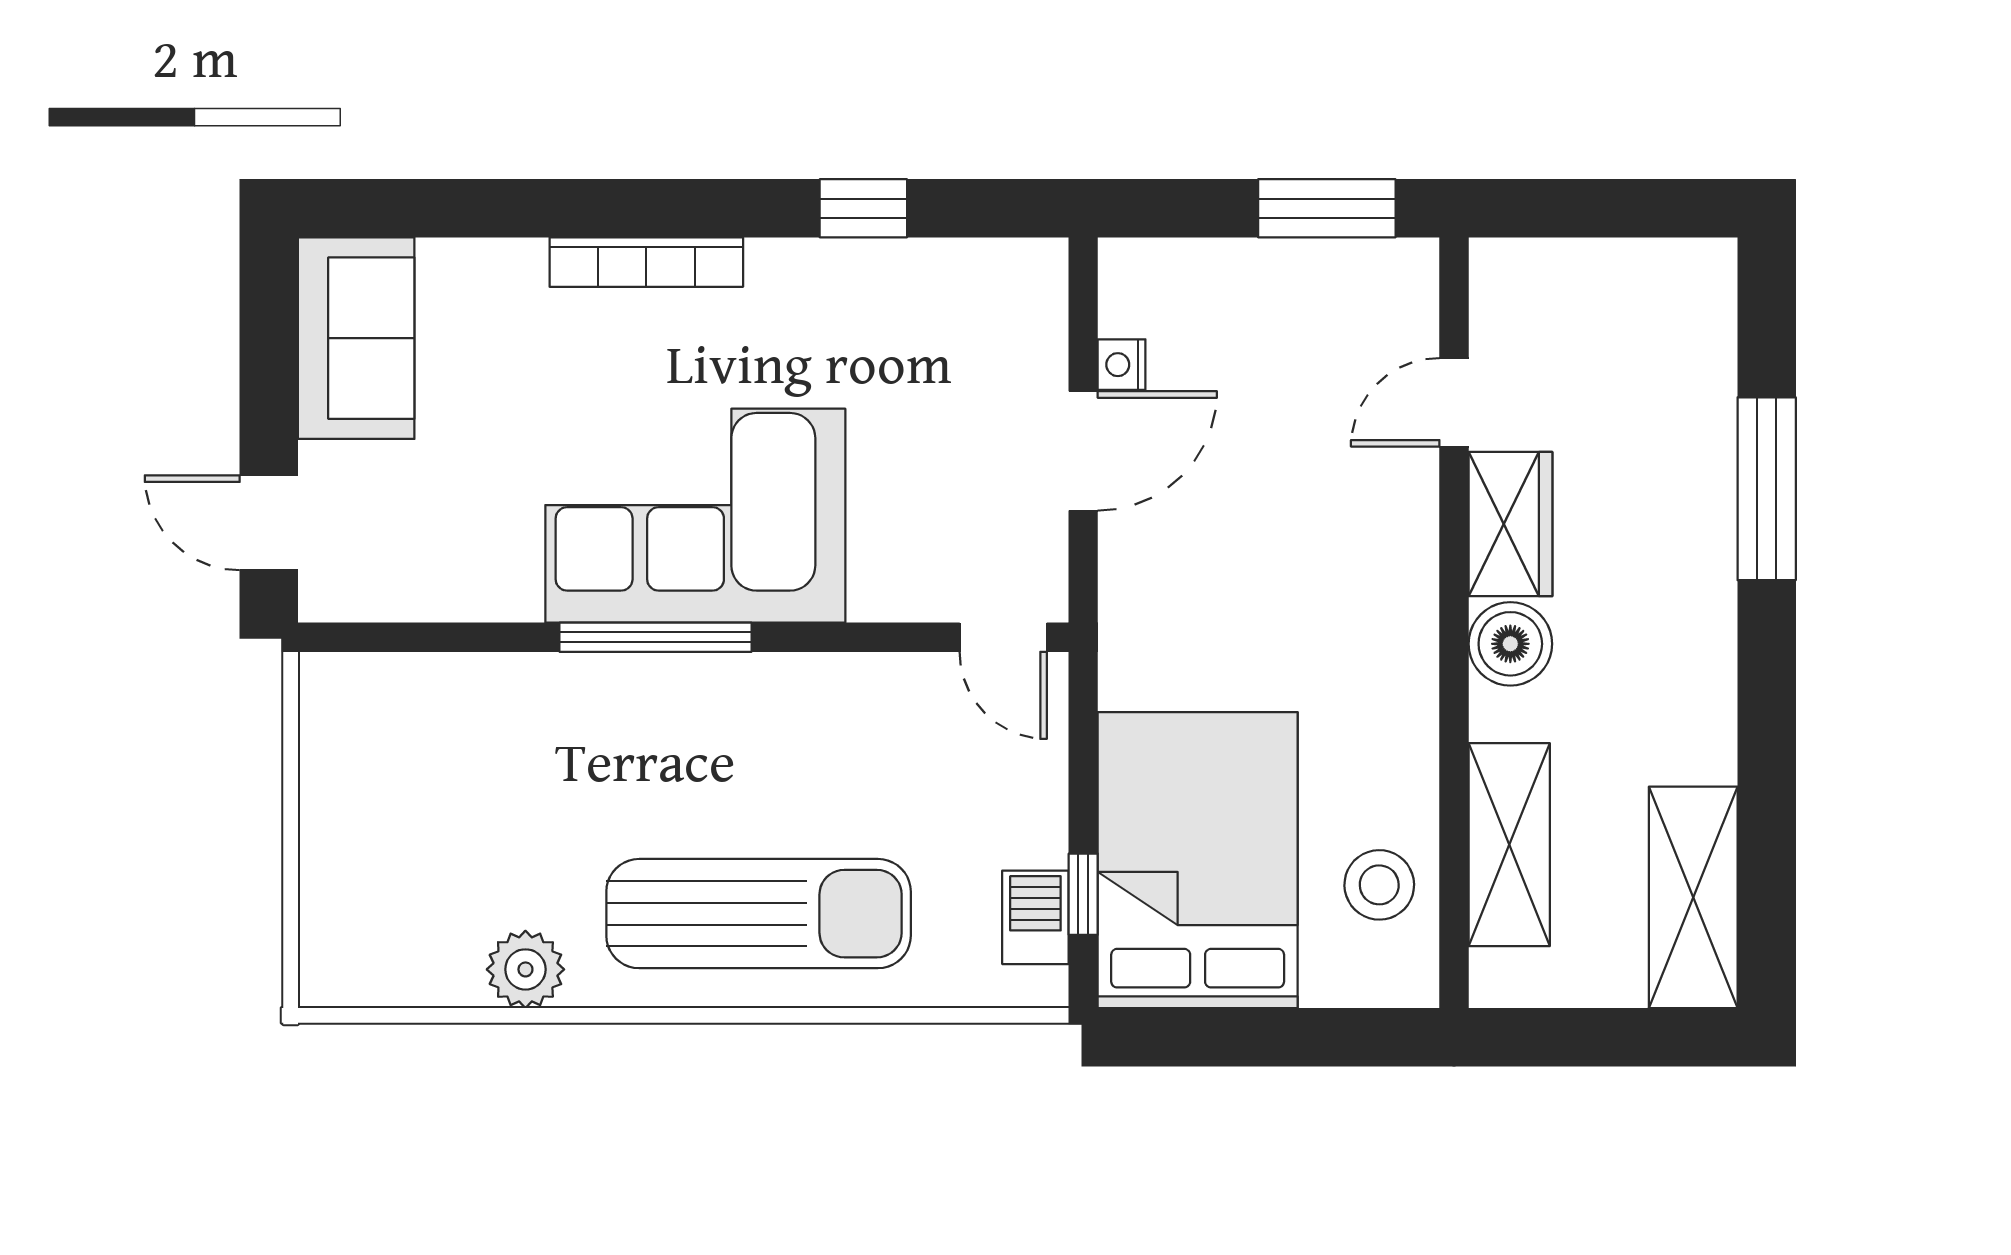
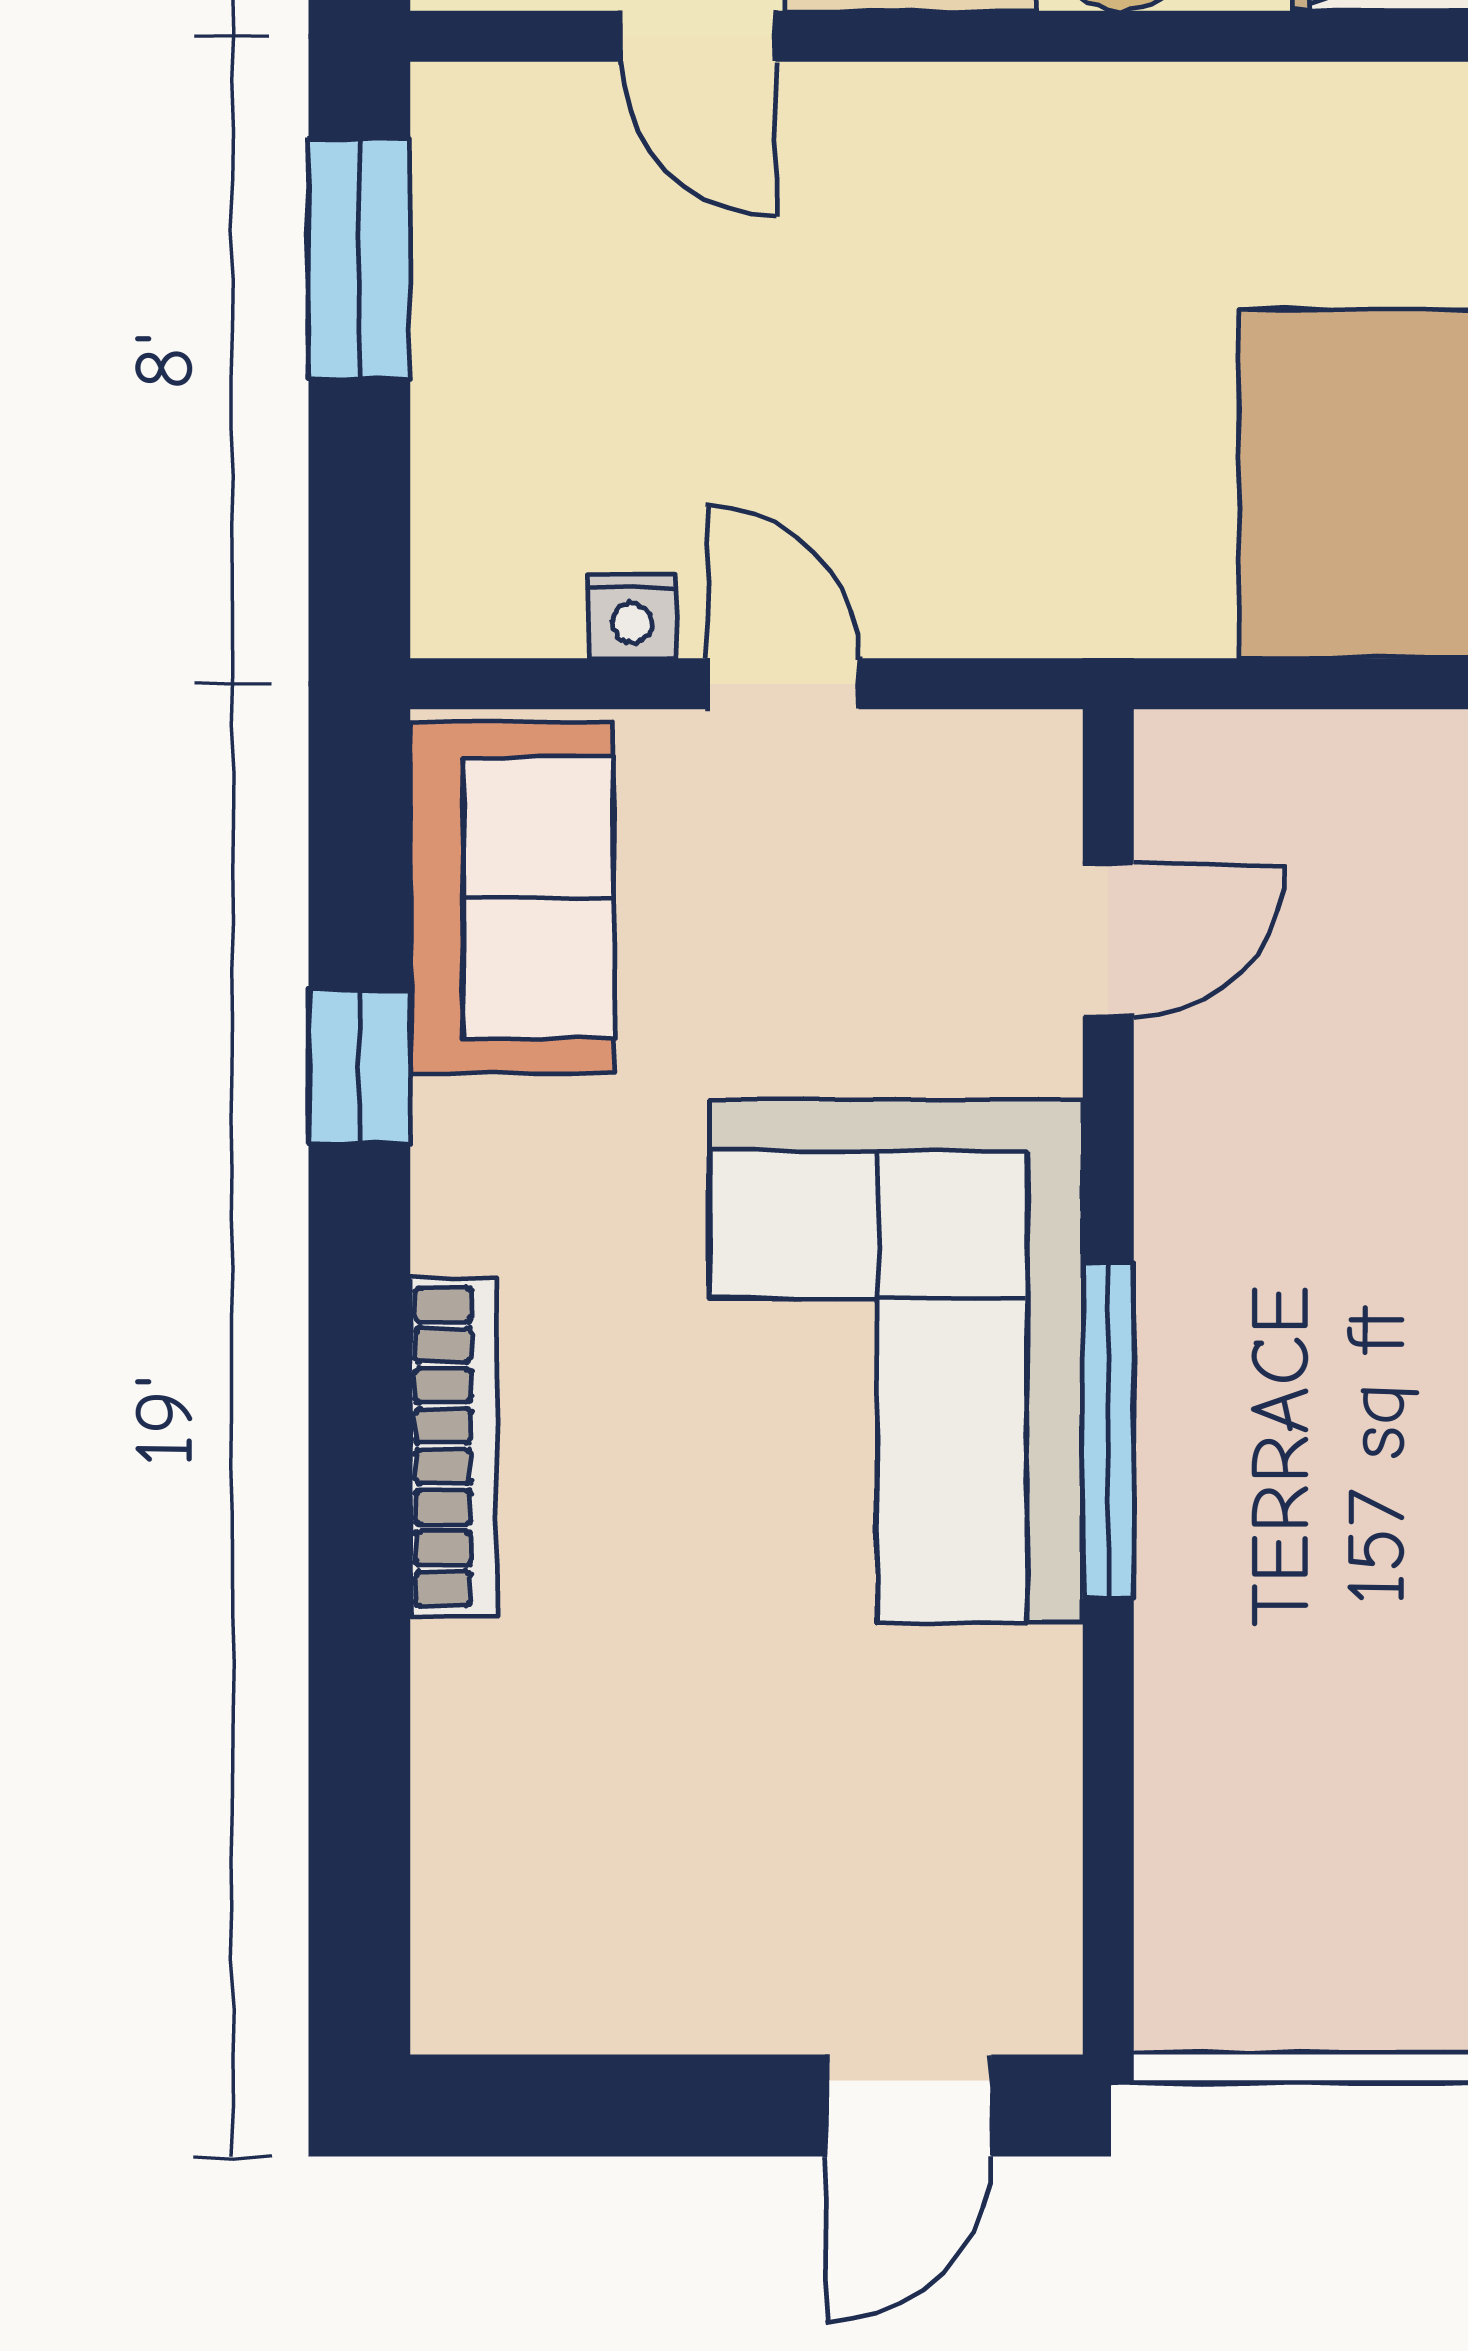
sofa: (356, 338) -> (512, 898), moved, turned 90
door: (1083, 451) -> (783, 684), width x0.73
door: (1003, 637) -> (1108, 940), moved

